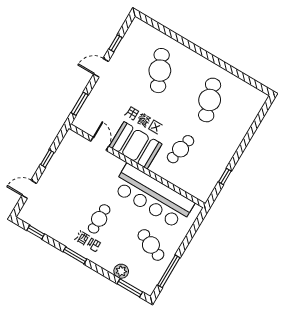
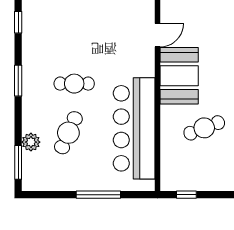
cafe table: (181, 149) -> (204, 128), turned -33
window: (225, 176) -> (186, 195), moved
cafe table: (151, 245) -> (68, 133), moved
window: (169, 271) -> (98, 195), moved

